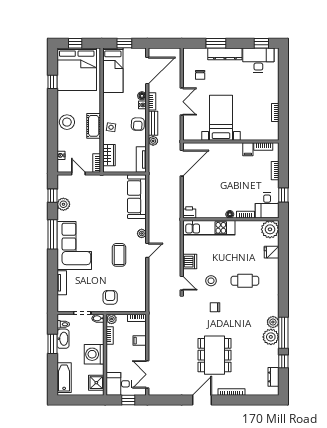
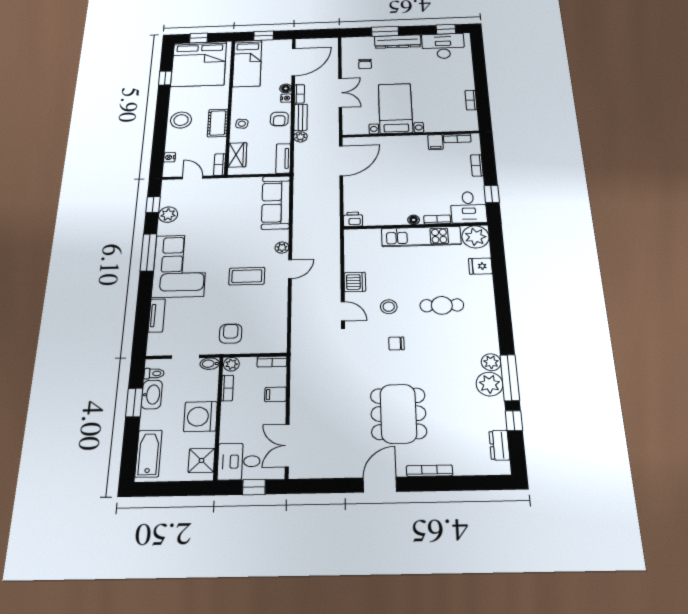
kitchen unit: (209, 228) -> (421, 236), moved
coffee table: (119, 255) -> (247, 276), turned 90

